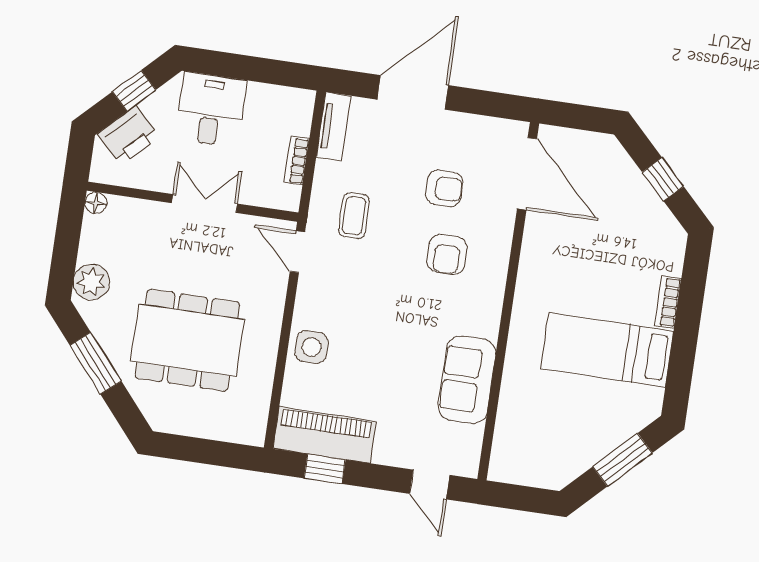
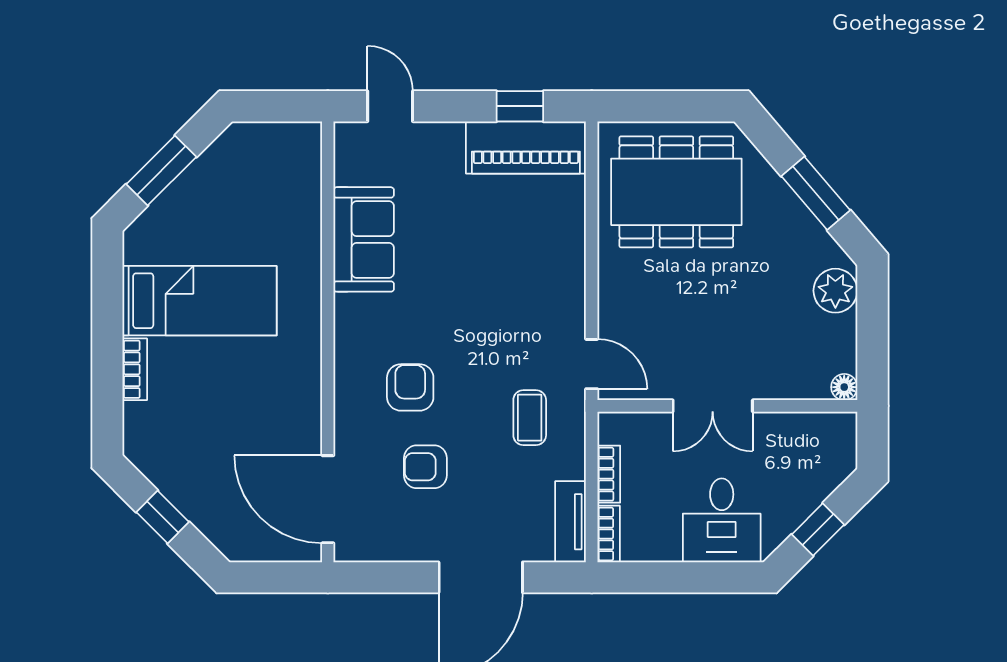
bookcase: (304, 112) -> (609, 534), added
printer: (128, 135) -> (817, 475), removed
dining table: (187, 340) -> (676, 192), moved
side table: (311, 347) -> (558, 251), removed

